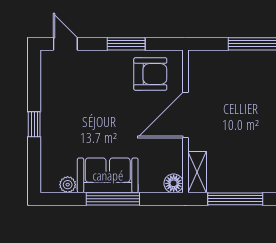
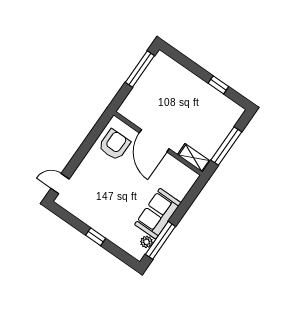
window: (126, 44) -> (86, 147), removed
floor lamp: (174, 183) -> (191, 177), removed
window: (113, 199) -> (160, 240), moved

